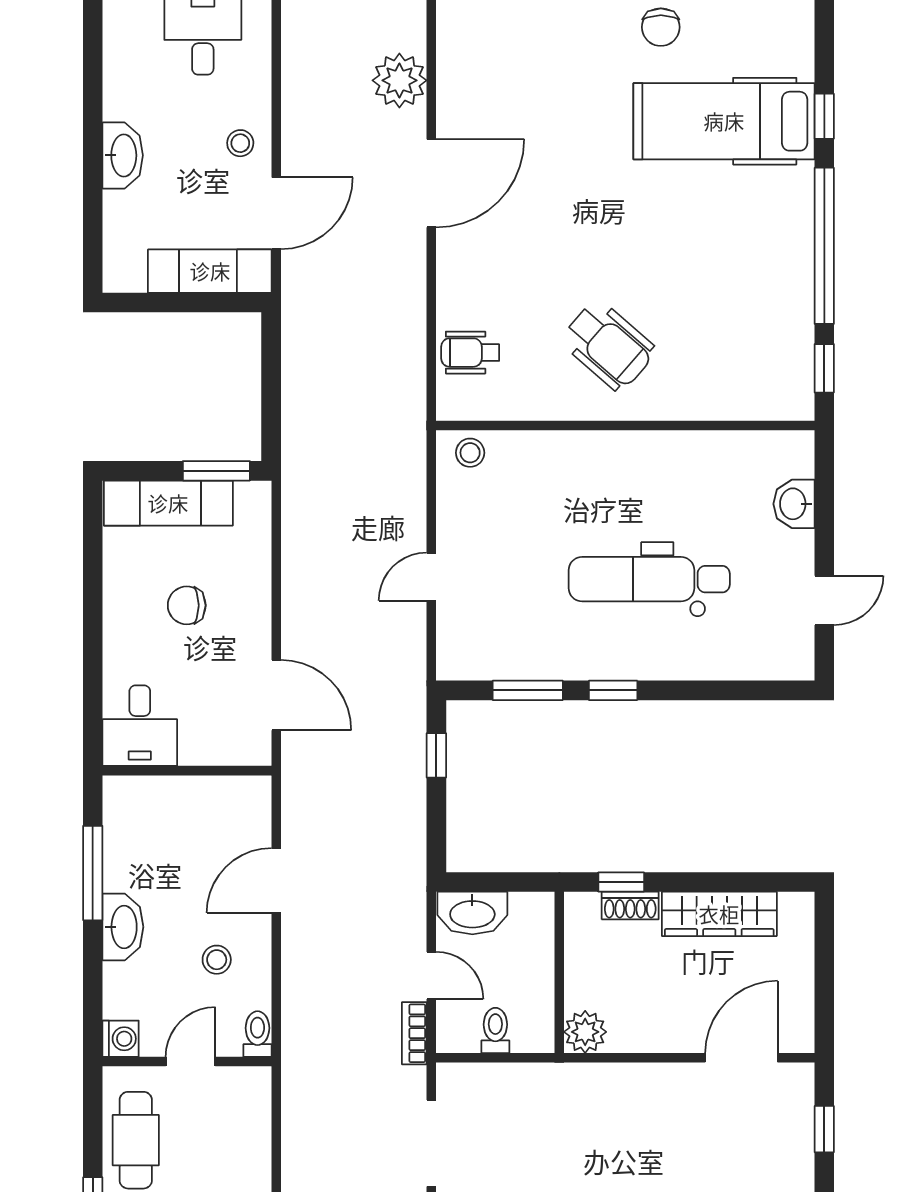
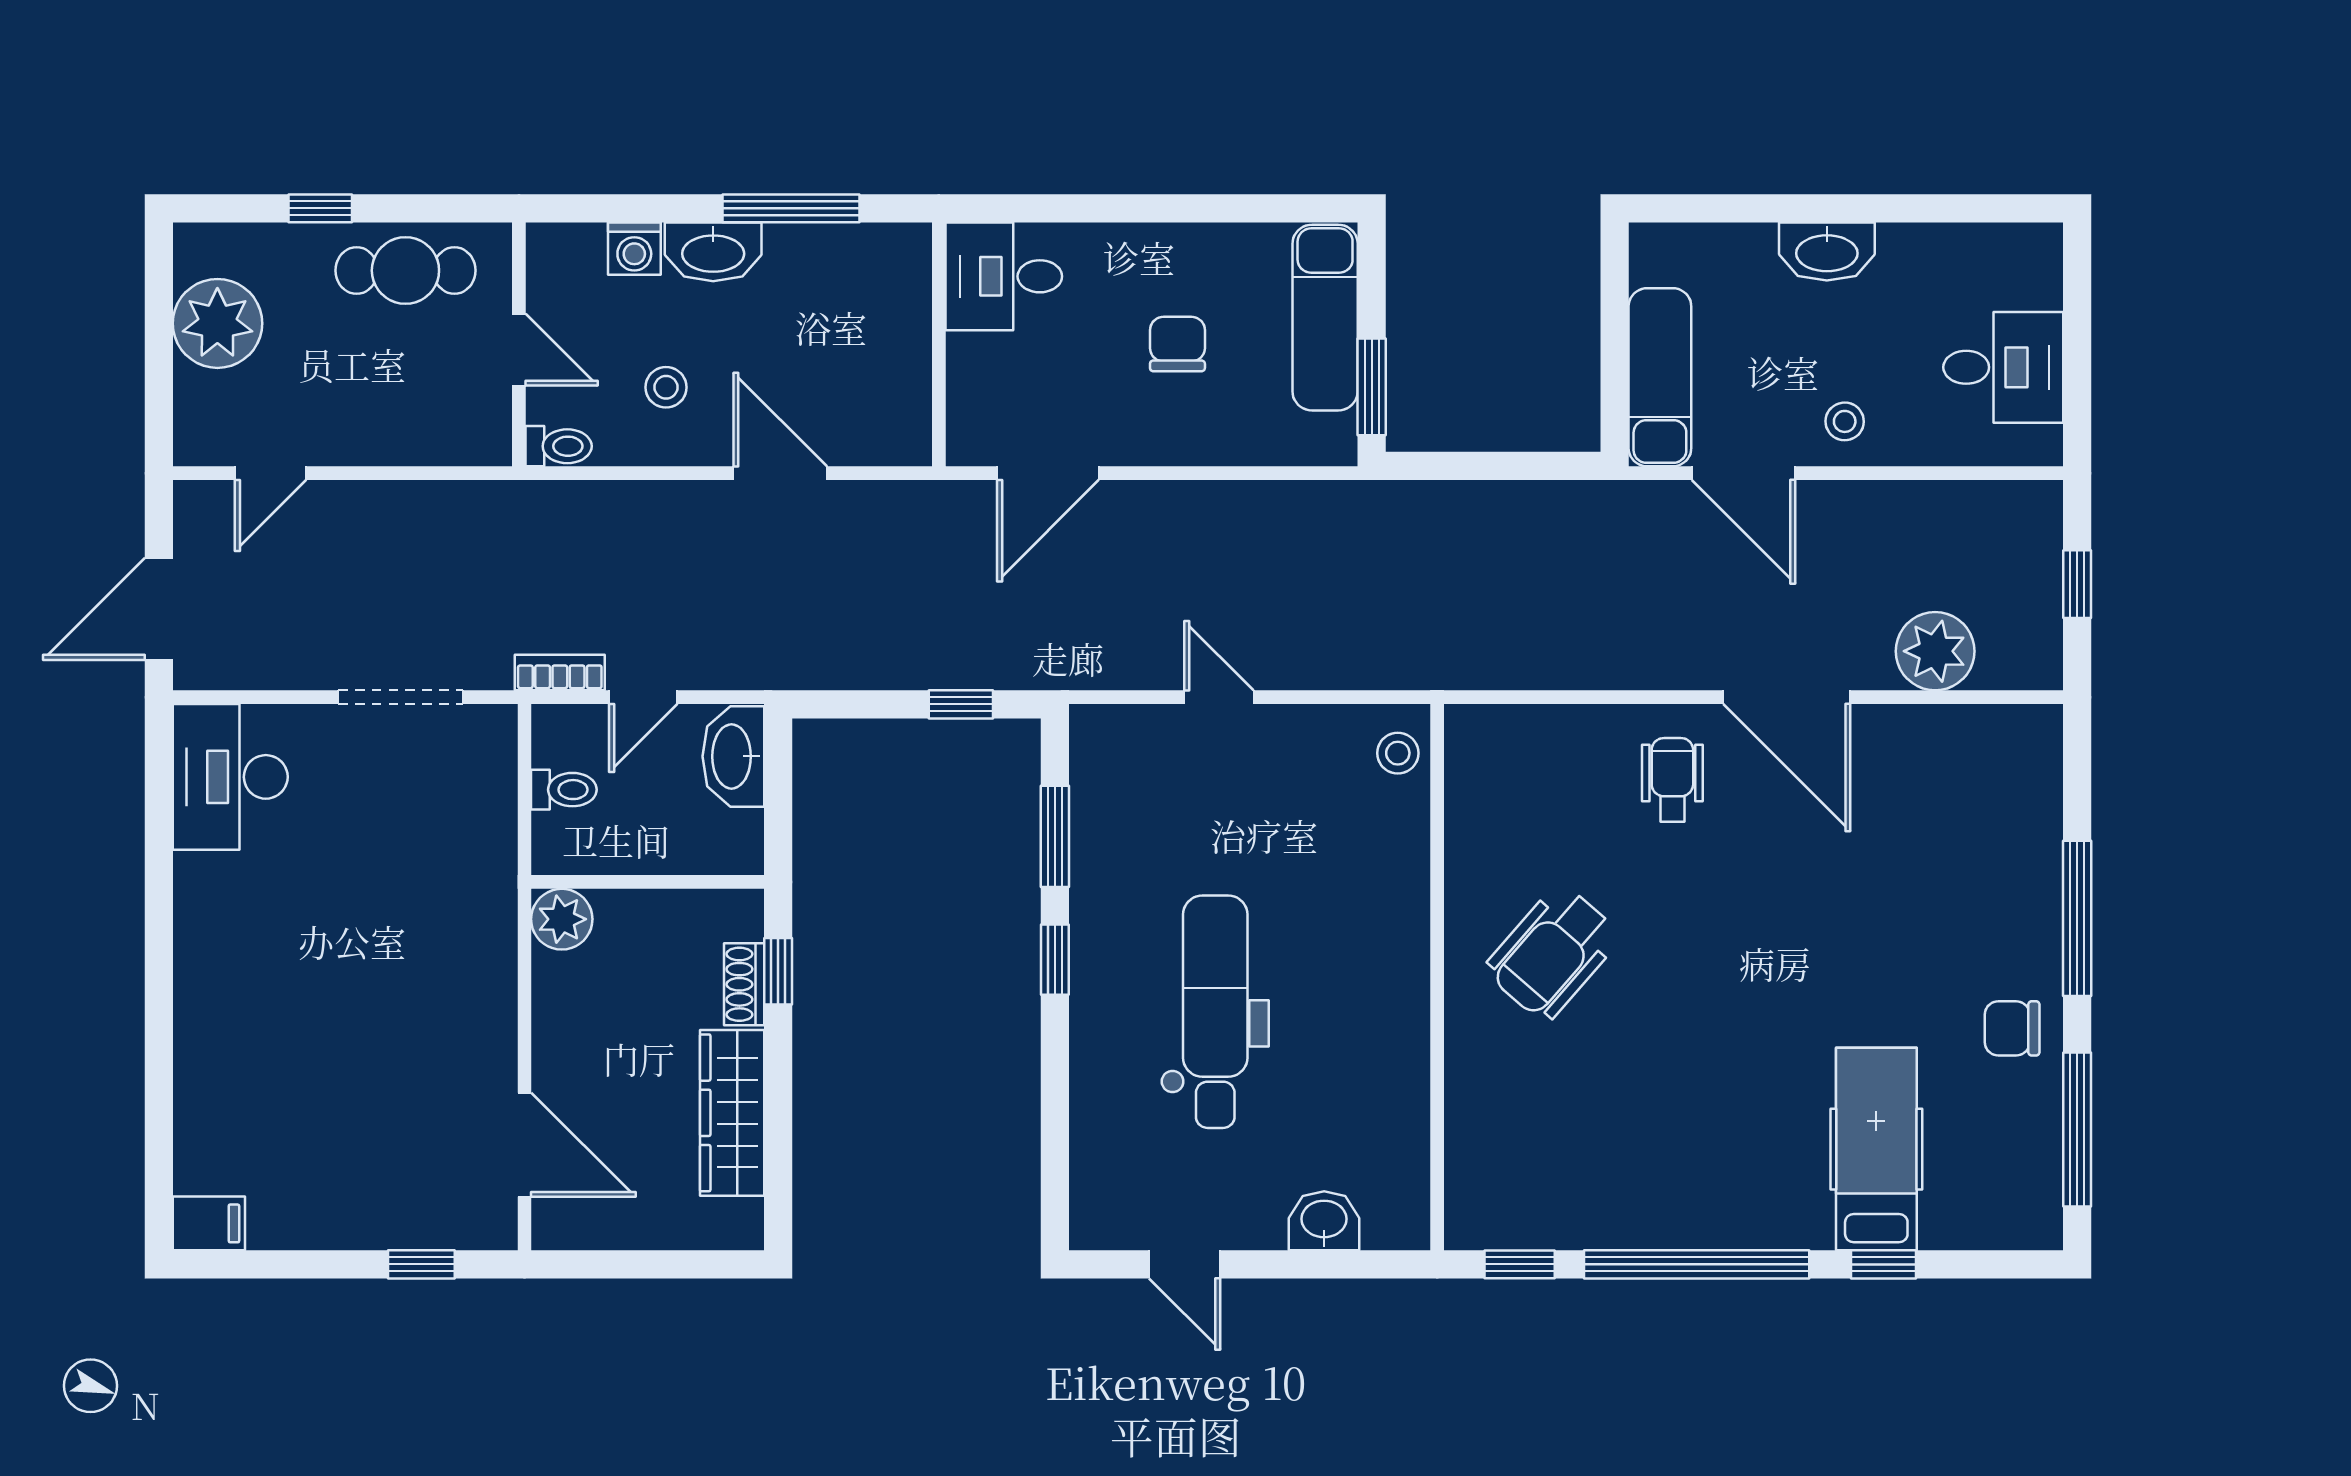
hospital bed: (724, 121) -> (1876, 1149), width x0.73, depth x0.78
wheelchair: (470, 353) -> (1672, 780), moved
washing machine: (121, 1039) -> (634, 249), moved

